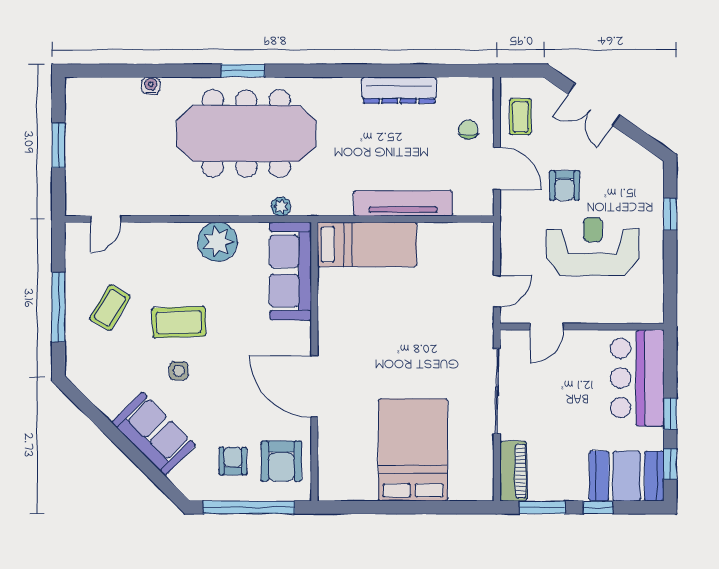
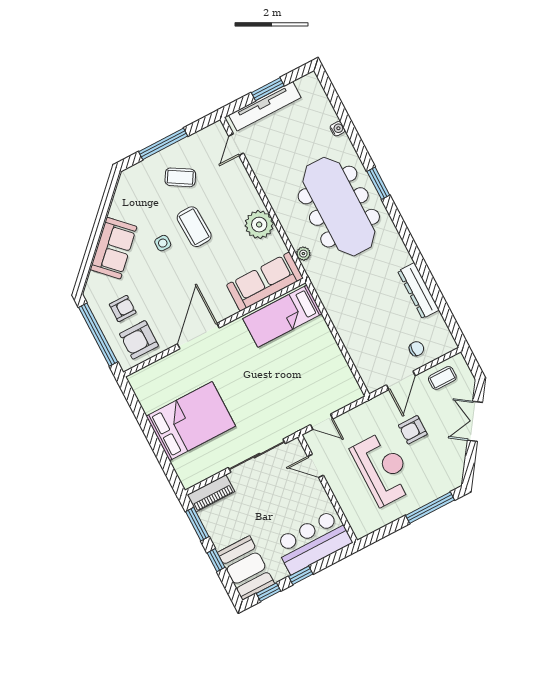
tv unit: (403, 203) -> (265, 106), moved, turned 90
window: (670, 214) -> (430, 508), width x2.17
door: (106, 219) -> (236, 145), hinge flipped
bed: (367, 244) -> (282, 316), moved, turned 90

